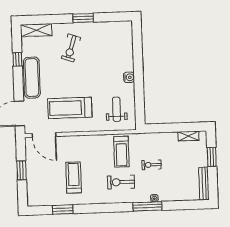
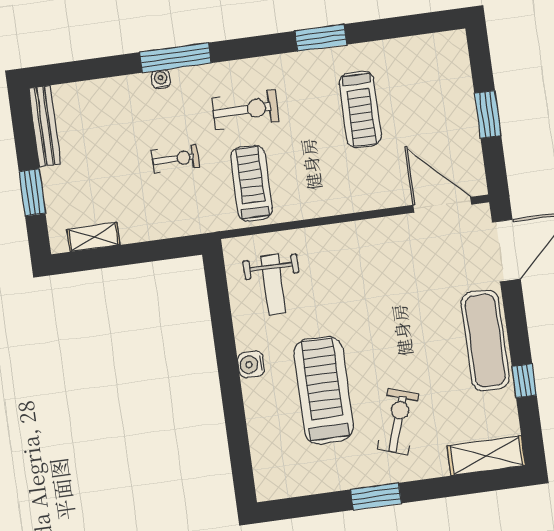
treadmill: (70, 108) -> (324, 390), moved, turned -90
window: (63, 209) -> (321, 38), moved

